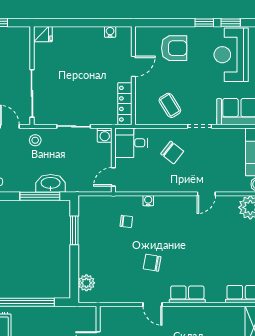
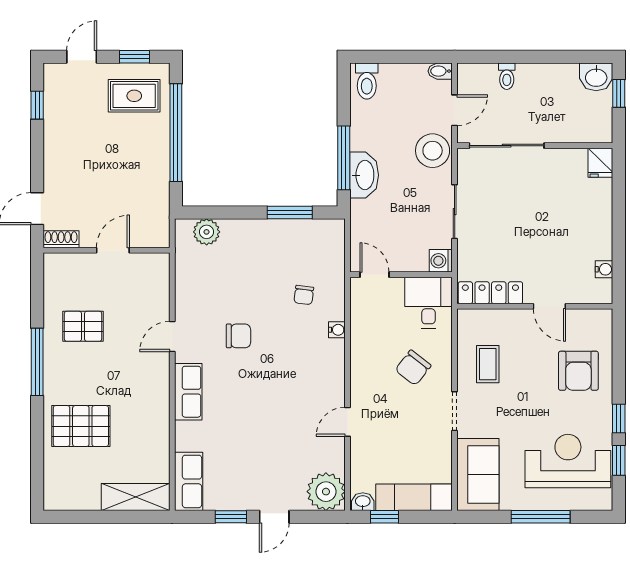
coffee table: (170, 105) -> (488, 364), turned -58
stool: (35, 140) -> (433, 151), width x1.89, depth x1.89
door: (206, 194) -> (347, 422), hinge flipped
chair: (152, 263) -> (238, 336), turned 80

